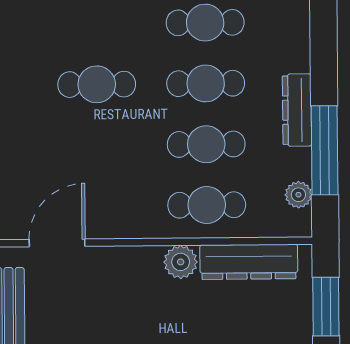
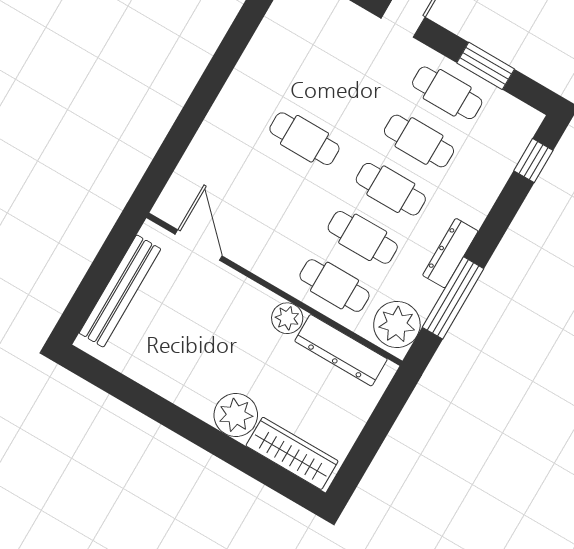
plant: (298, 195) -> (397, 324), width x1.88, depth x1.88
door: (57, 243) -> (199, 245), hinge flipped
window: (326, 307) -> (381, 422), removed

